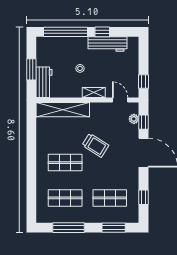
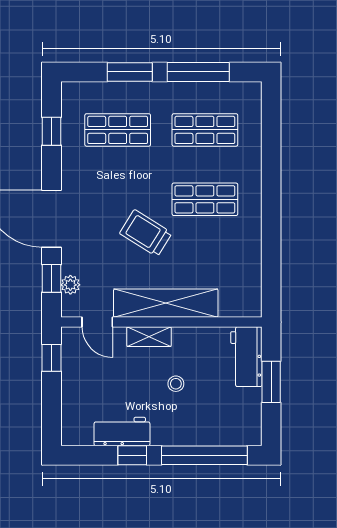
workbench: (107, 44) -> (122, 432), width x0.73
shelving: (63, 110) -> (166, 303), moved
window: (114, 228) -> (130, 72), moved

